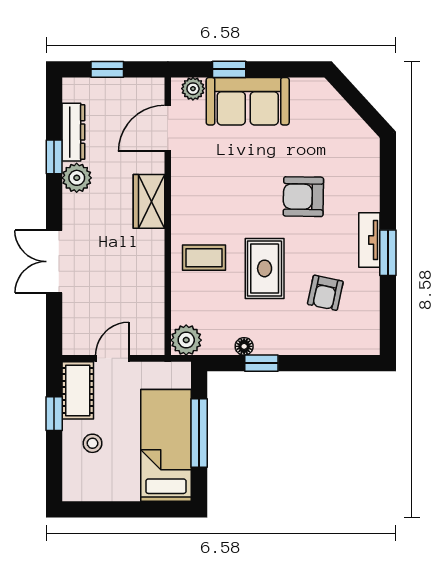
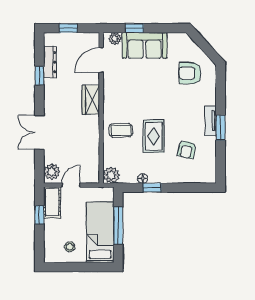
plant: (77, 178) -> (52, 172), moved
armchair: (303, 197) -> (190, 73), moved
stool: (93, 443) -> (70, 247), moved

